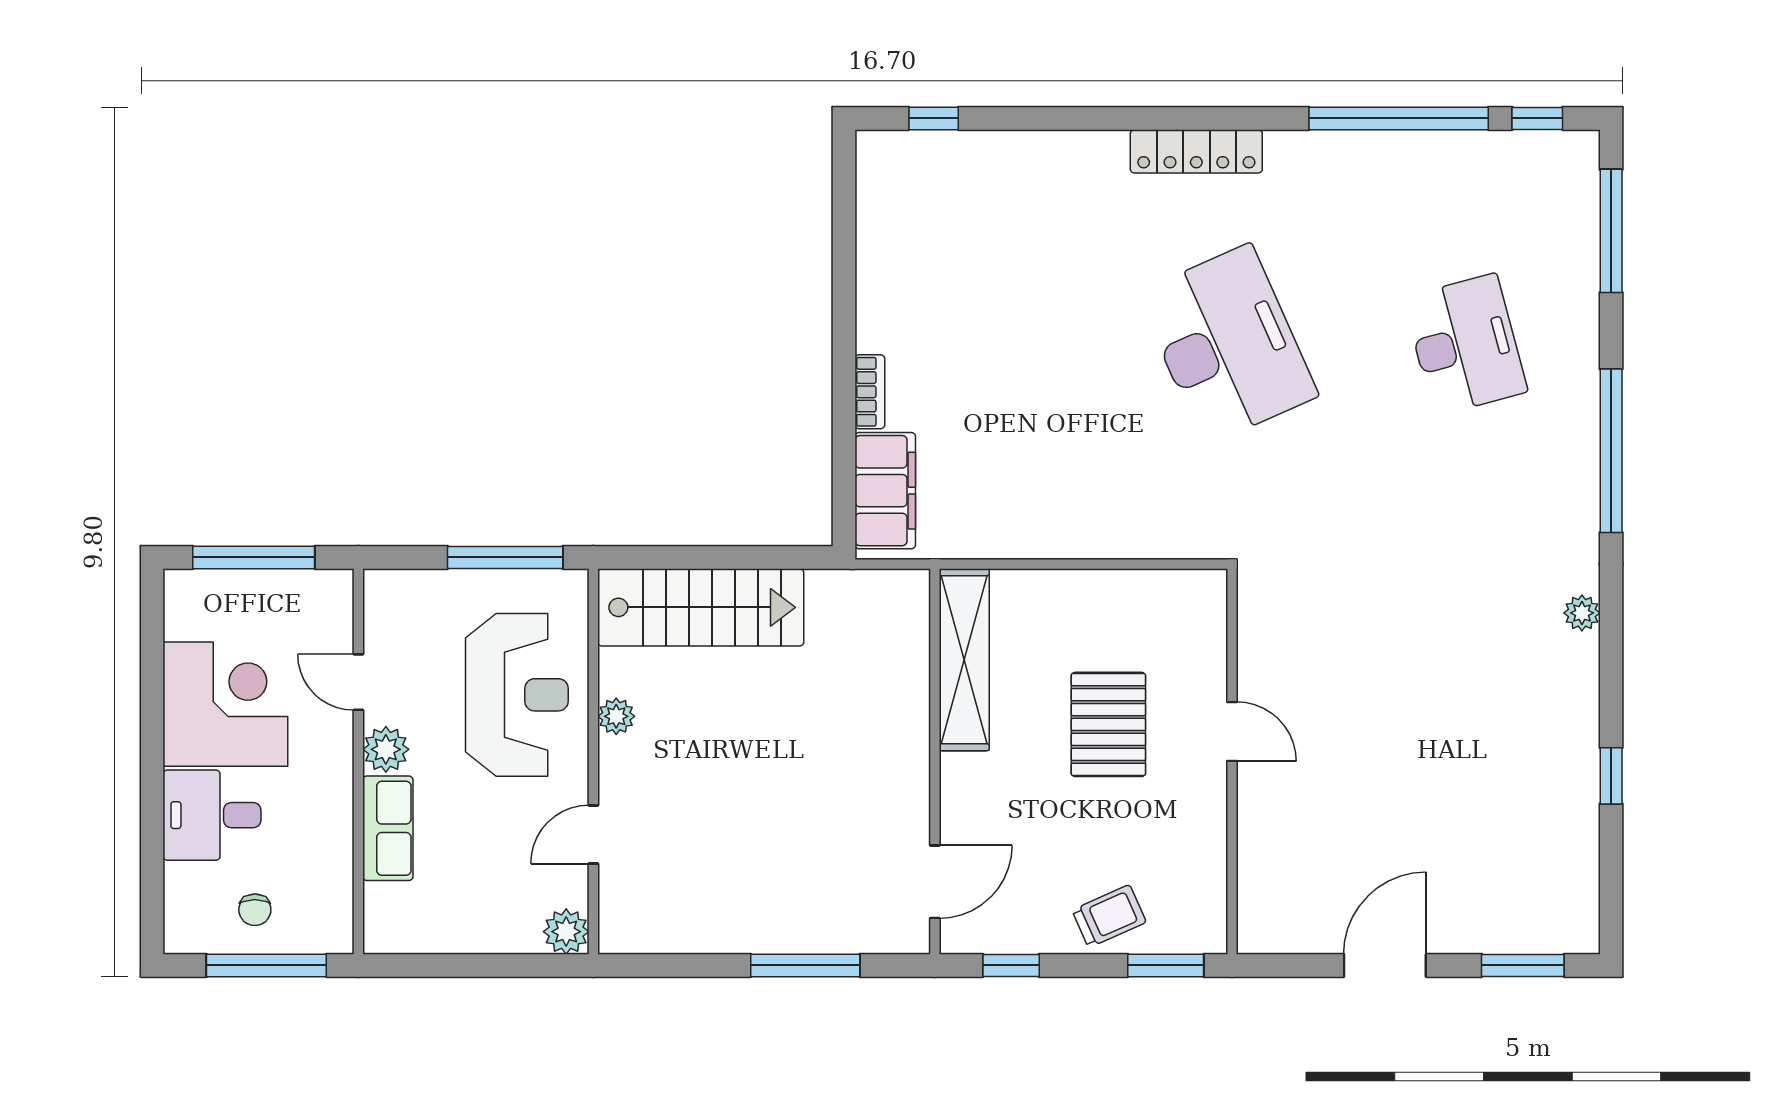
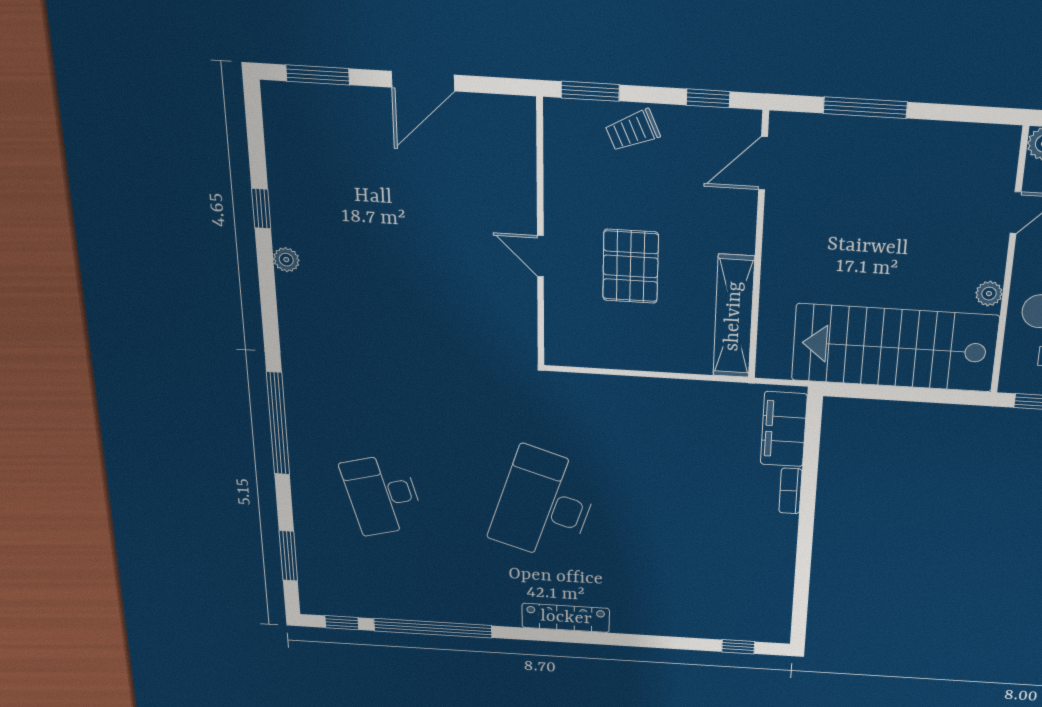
window: (1611, 231) -> (288, 556), width x0.69
desk: (1228, 345) -> (545, 505), turned 42
stairs: (701, 607) -> (895, 348), width x1.36, depth x1.51
plant: (1582, 613) -> (286, 260), moved

